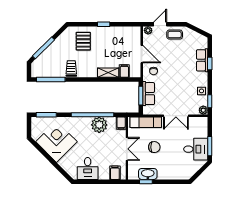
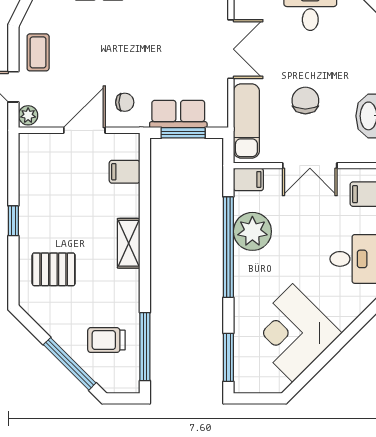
trolley: (71, 68) -> (106, 340), moved
shelving: (108, 73) -> (129, 243), moved
double door: (127, 149) -> (310, 166), swing flipped

